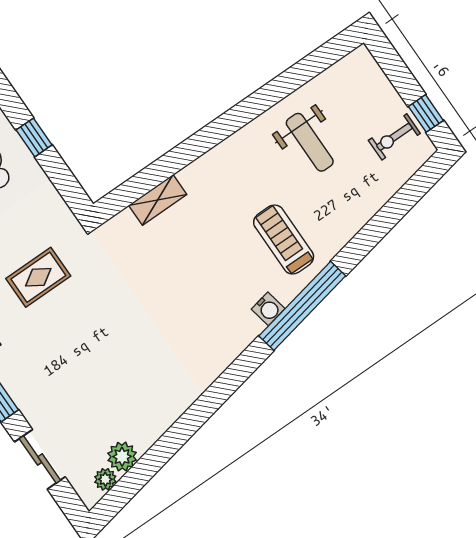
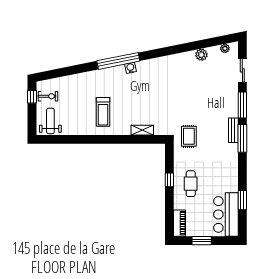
weight bench: (310, 142) -> (50, 121), moved
treadmill: (284, 240) -> (103, 112), moved
rug: (38, 277) -> (189, 136), moved, turned 90
plant: (122, 457) -> (201, 55), moved

